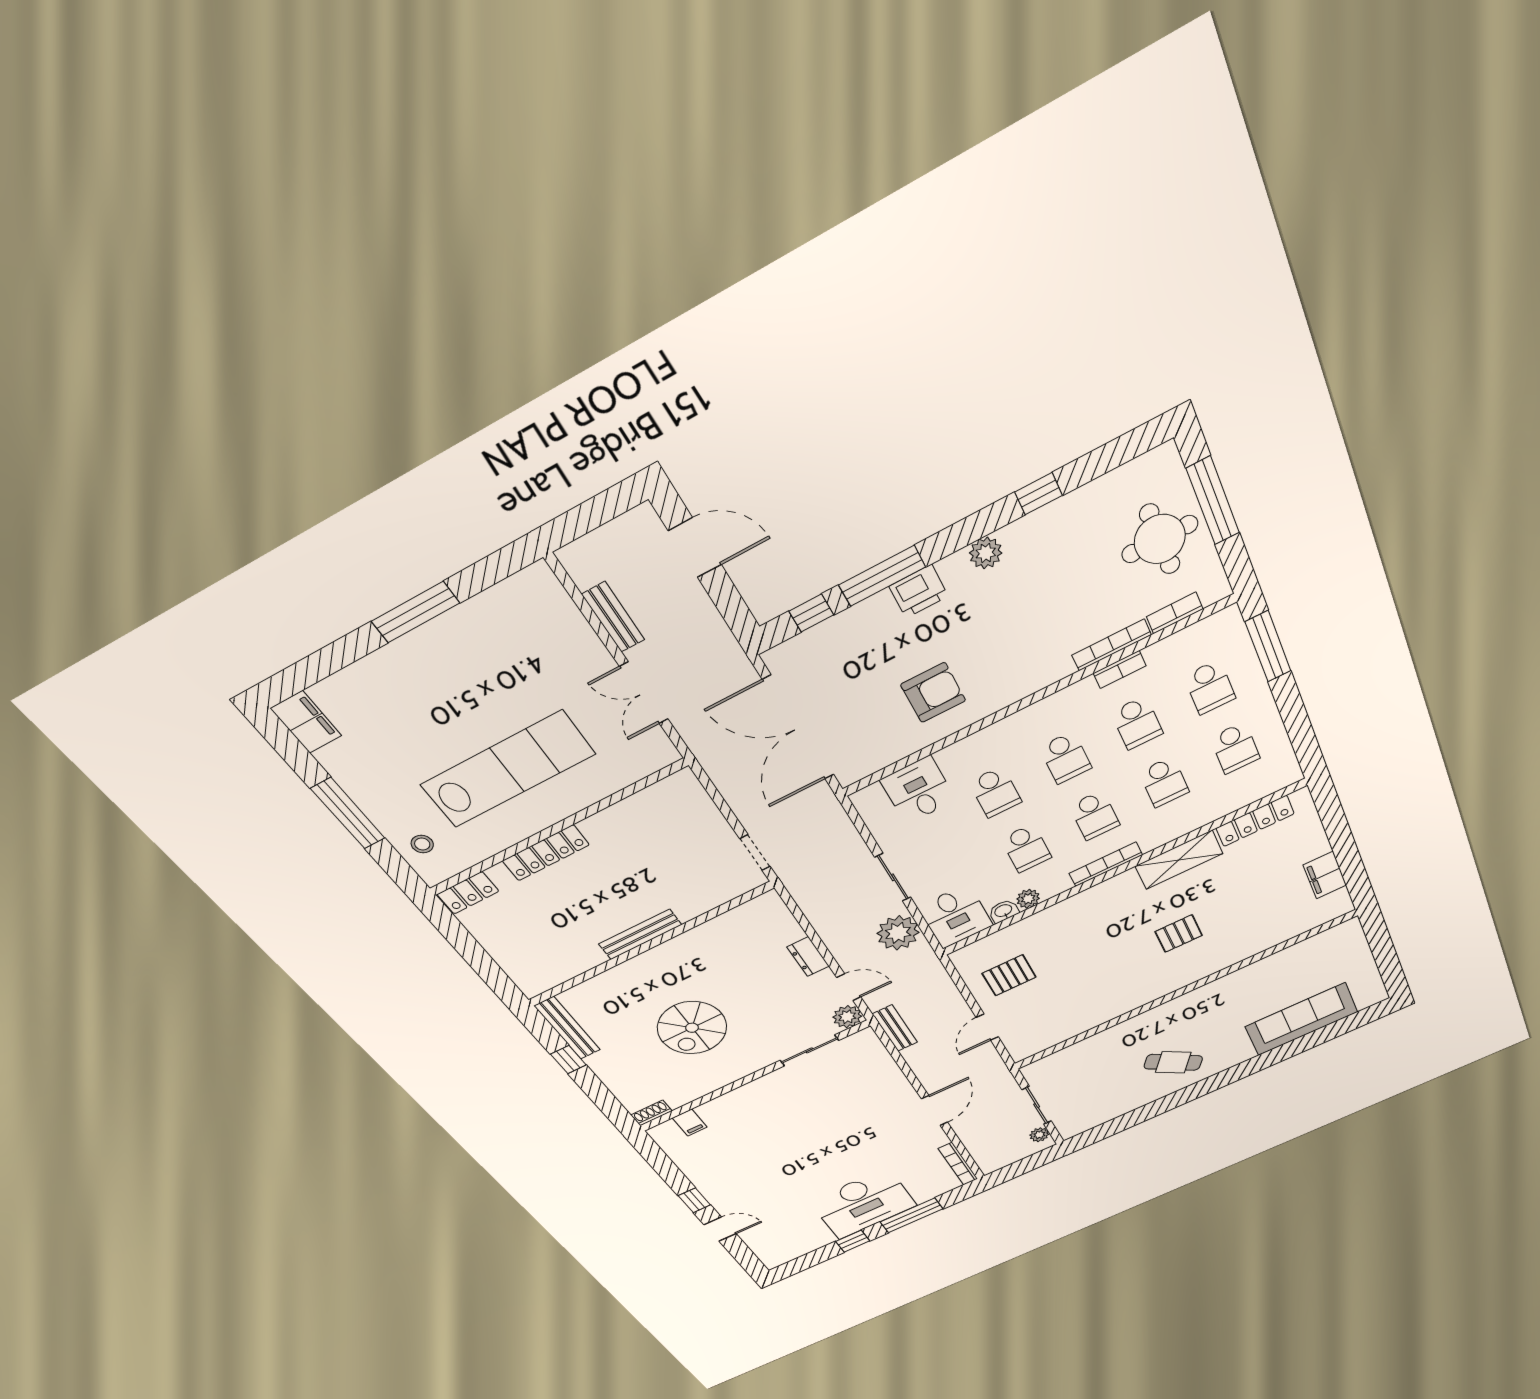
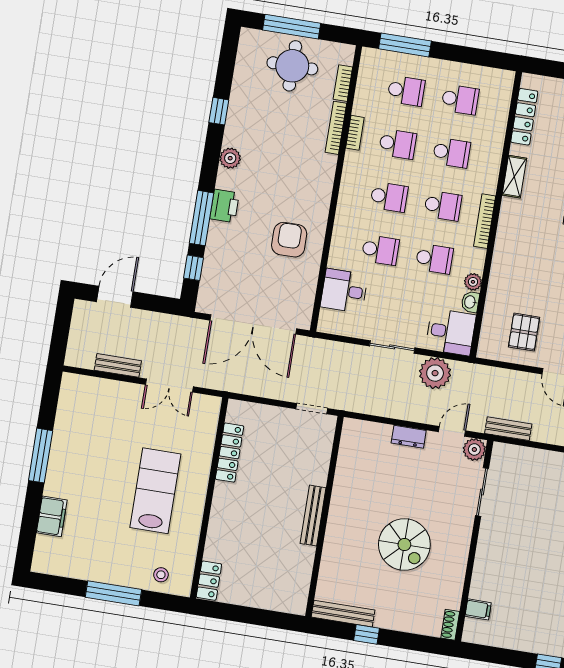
filing cabinet: (306, 722) -> (52, 516), moved, turned 90
lab bench: (508, 769) -> (155, 491), width x0.73
locker: (546, 853) -> (230, 453), moved
shelving: (1179, 860) -> (514, 177), width x0.67, depth x0.75

